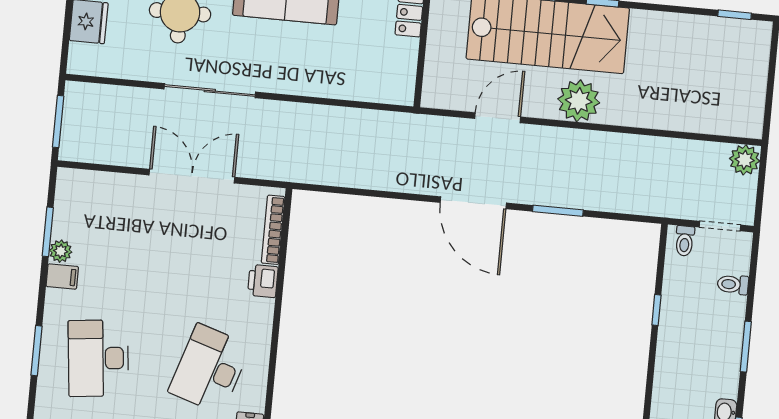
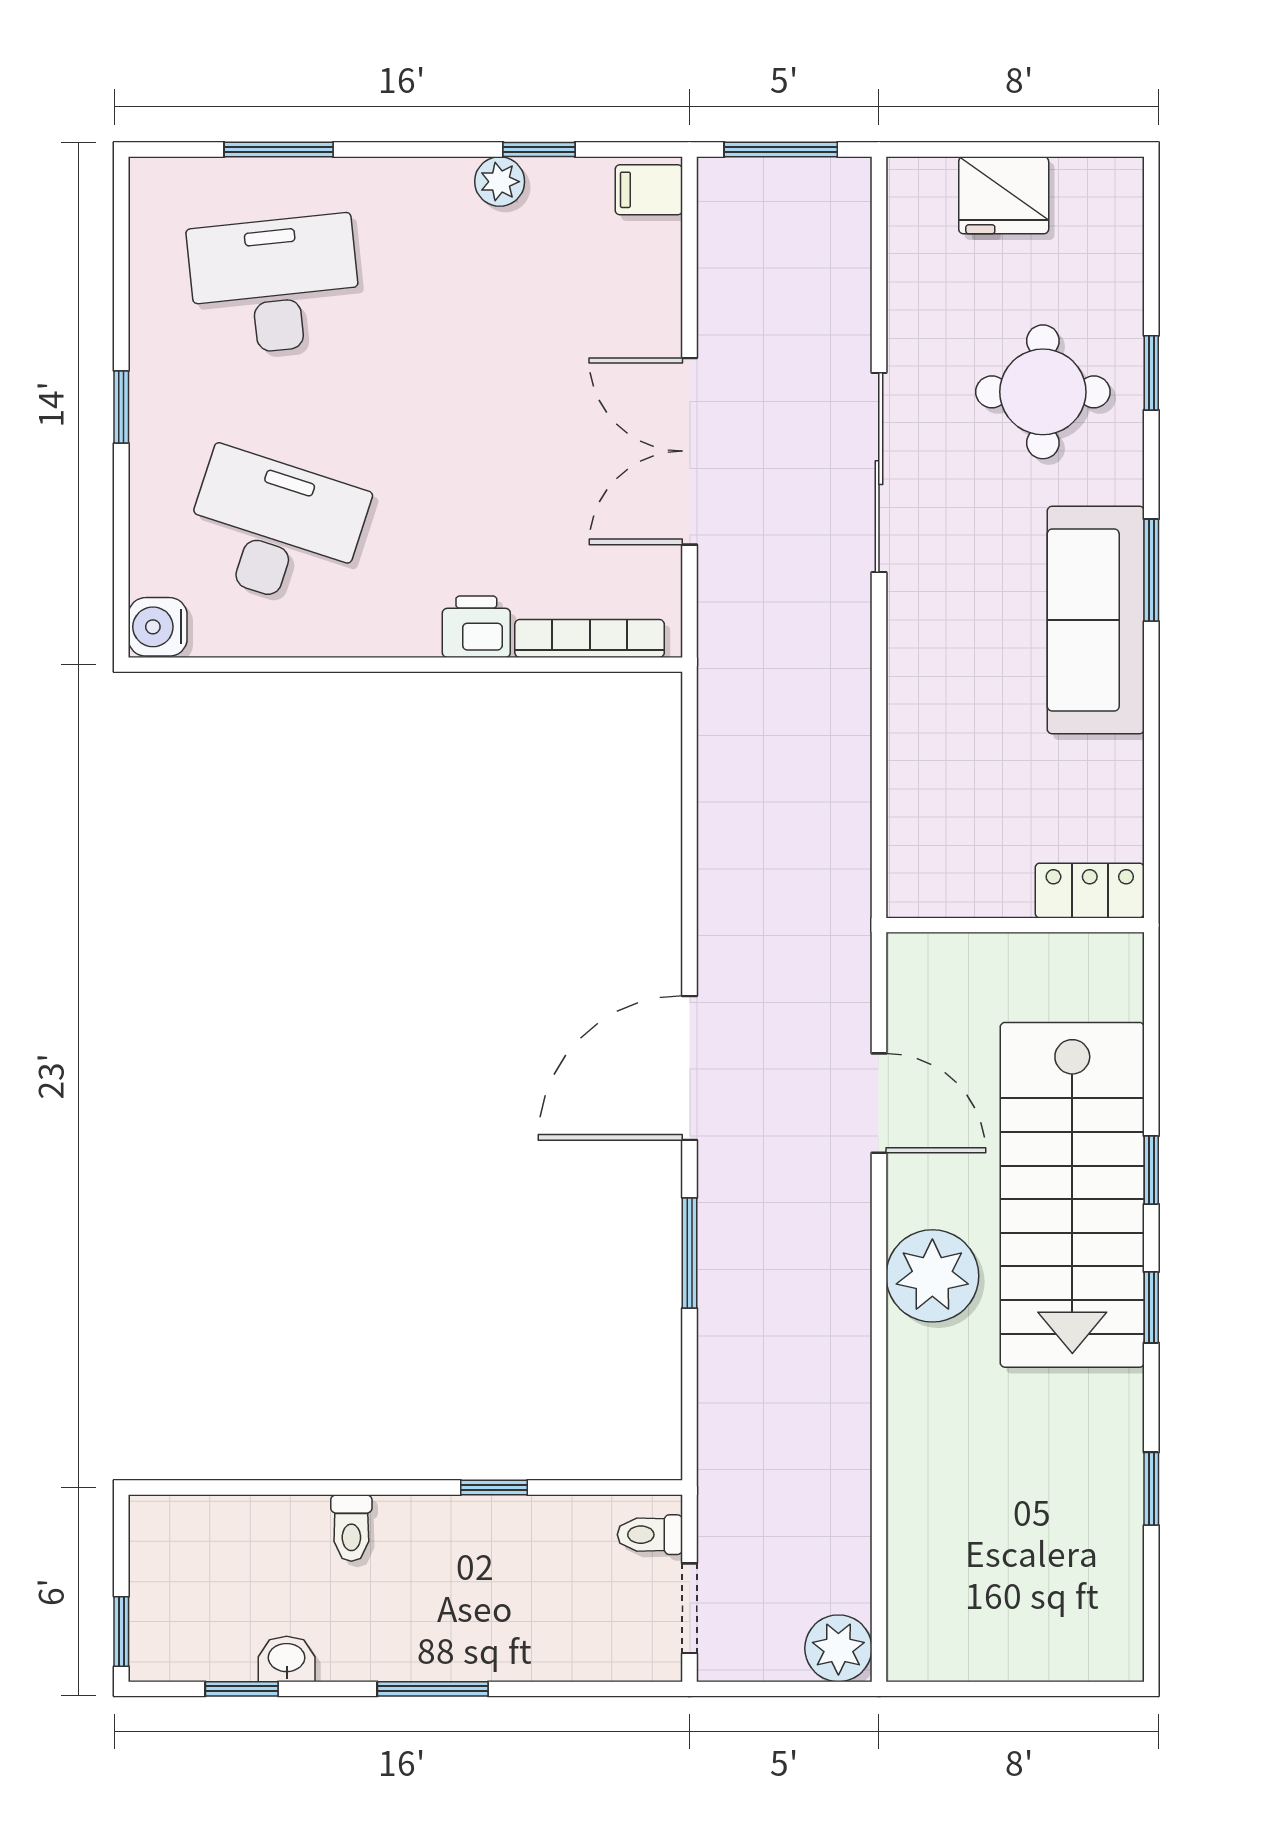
window: (735, 15) -> (1151, 1489), moved
double door: (192, 176) -> (690, 451), swing flipped
window: (48, 232) -> (539, 150), width x0.67
filing cabinet: (62, 276) -> (649, 190), moved, turned 90
toilet: (733, 285) -> (351, 1528), moved, turned 180

